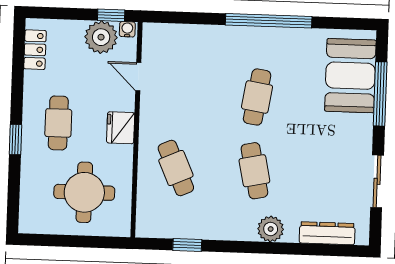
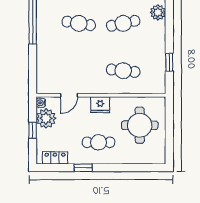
window: (111, 15) -> (33, 130), moved
window: (15, 140) -> (83, 168), moved
cafe table: (176, 168) -> (123, 71), turned 30

